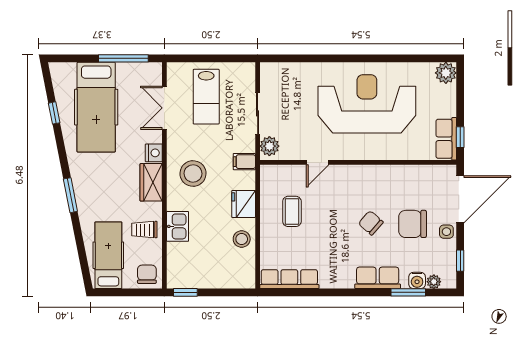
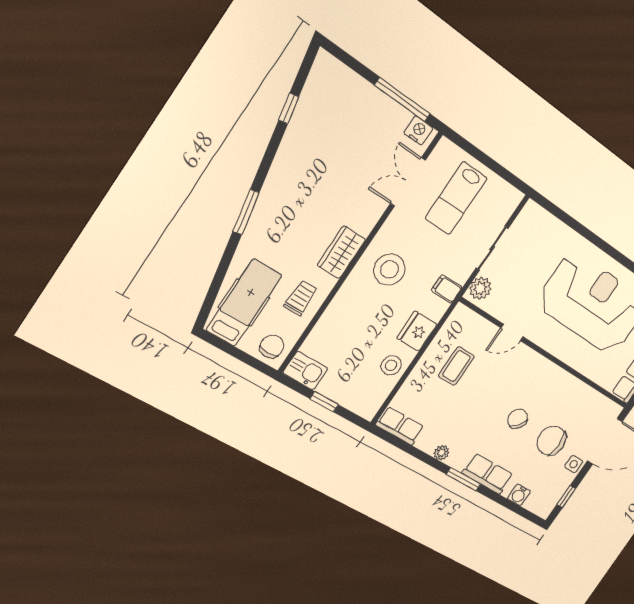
hospital bed: (96, 107) -> (339, 133), removed
nightstand: (154, 153) -> (418, 130), moved, turned -90
kitchen sink: (178, 226) -> (305, 371), moved, turned -90
trolley: (144, 230) -> (301, 298), turned 90
row of seats: (289, 279) -> (400, 426), width x0.68
plant: (434, 282) -> (441, 453), moved
window: (185, 292) -> (324, 402), moved
window: (408, 292) -> (464, 479), moved

